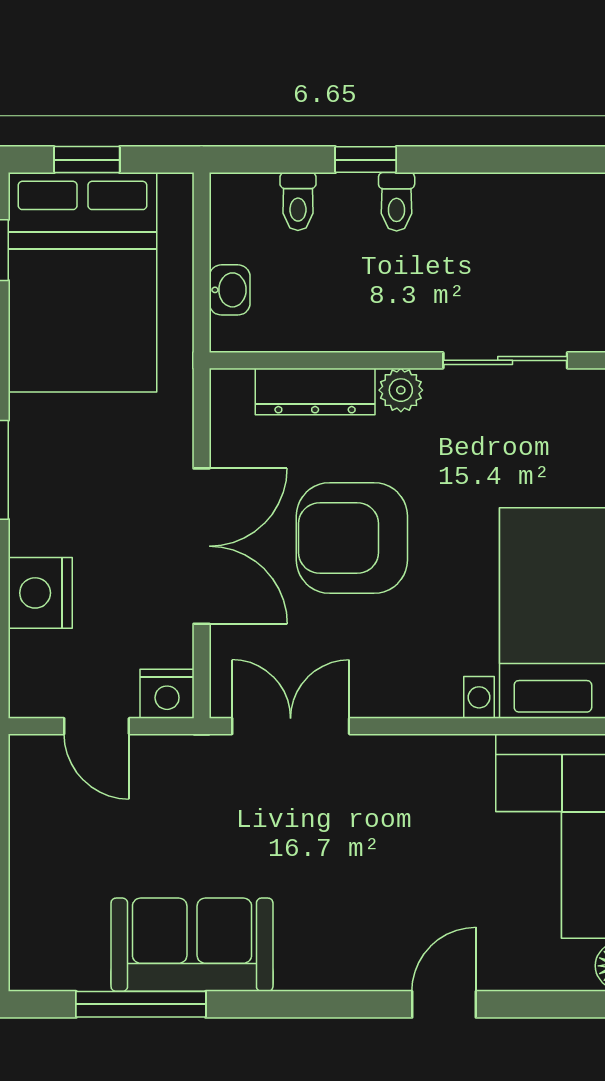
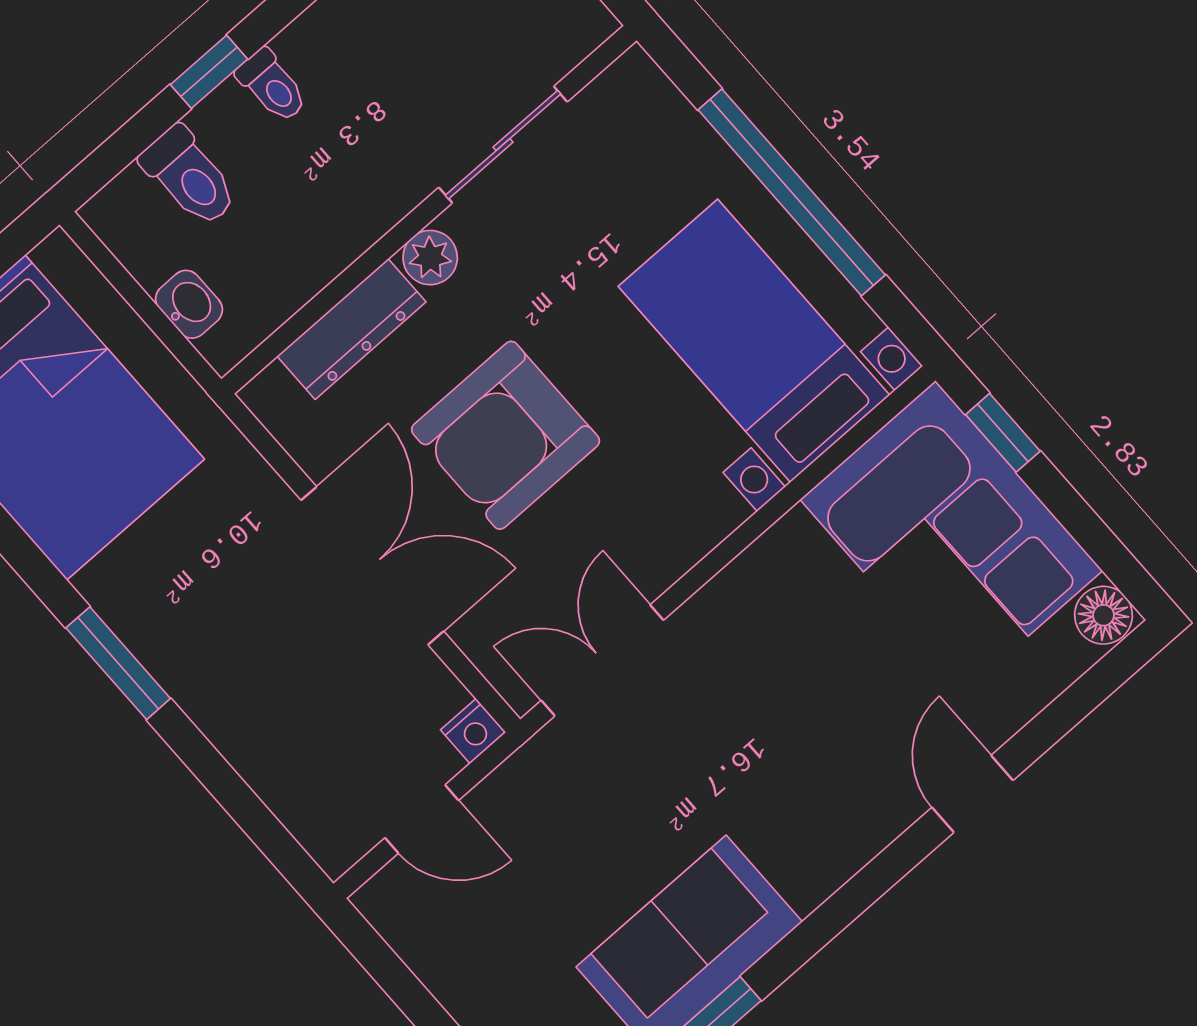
toilet: (298, 201) -> (189, 177), width x1.37, depth x1.39
nightstand: (40, 593) -> (260, 741), removed
nightstand: (167, 694) -> (473, 731), width x0.72, depth x0.74

